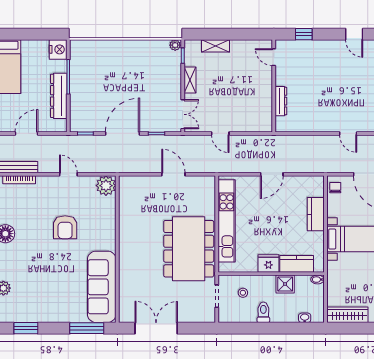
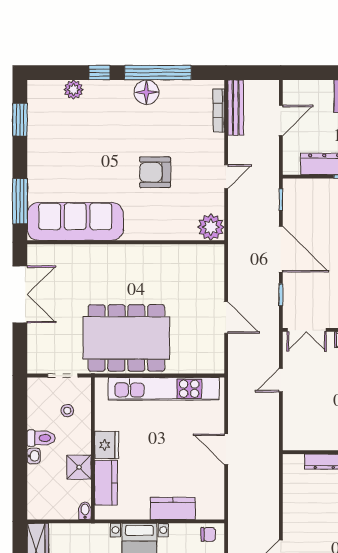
door: (26, 133) -> (281, 120), hinge flipped
door: (173, 174) -> (226, 317), hinge flipped
washbasin: (305, 318) -> (34, 456), moved

